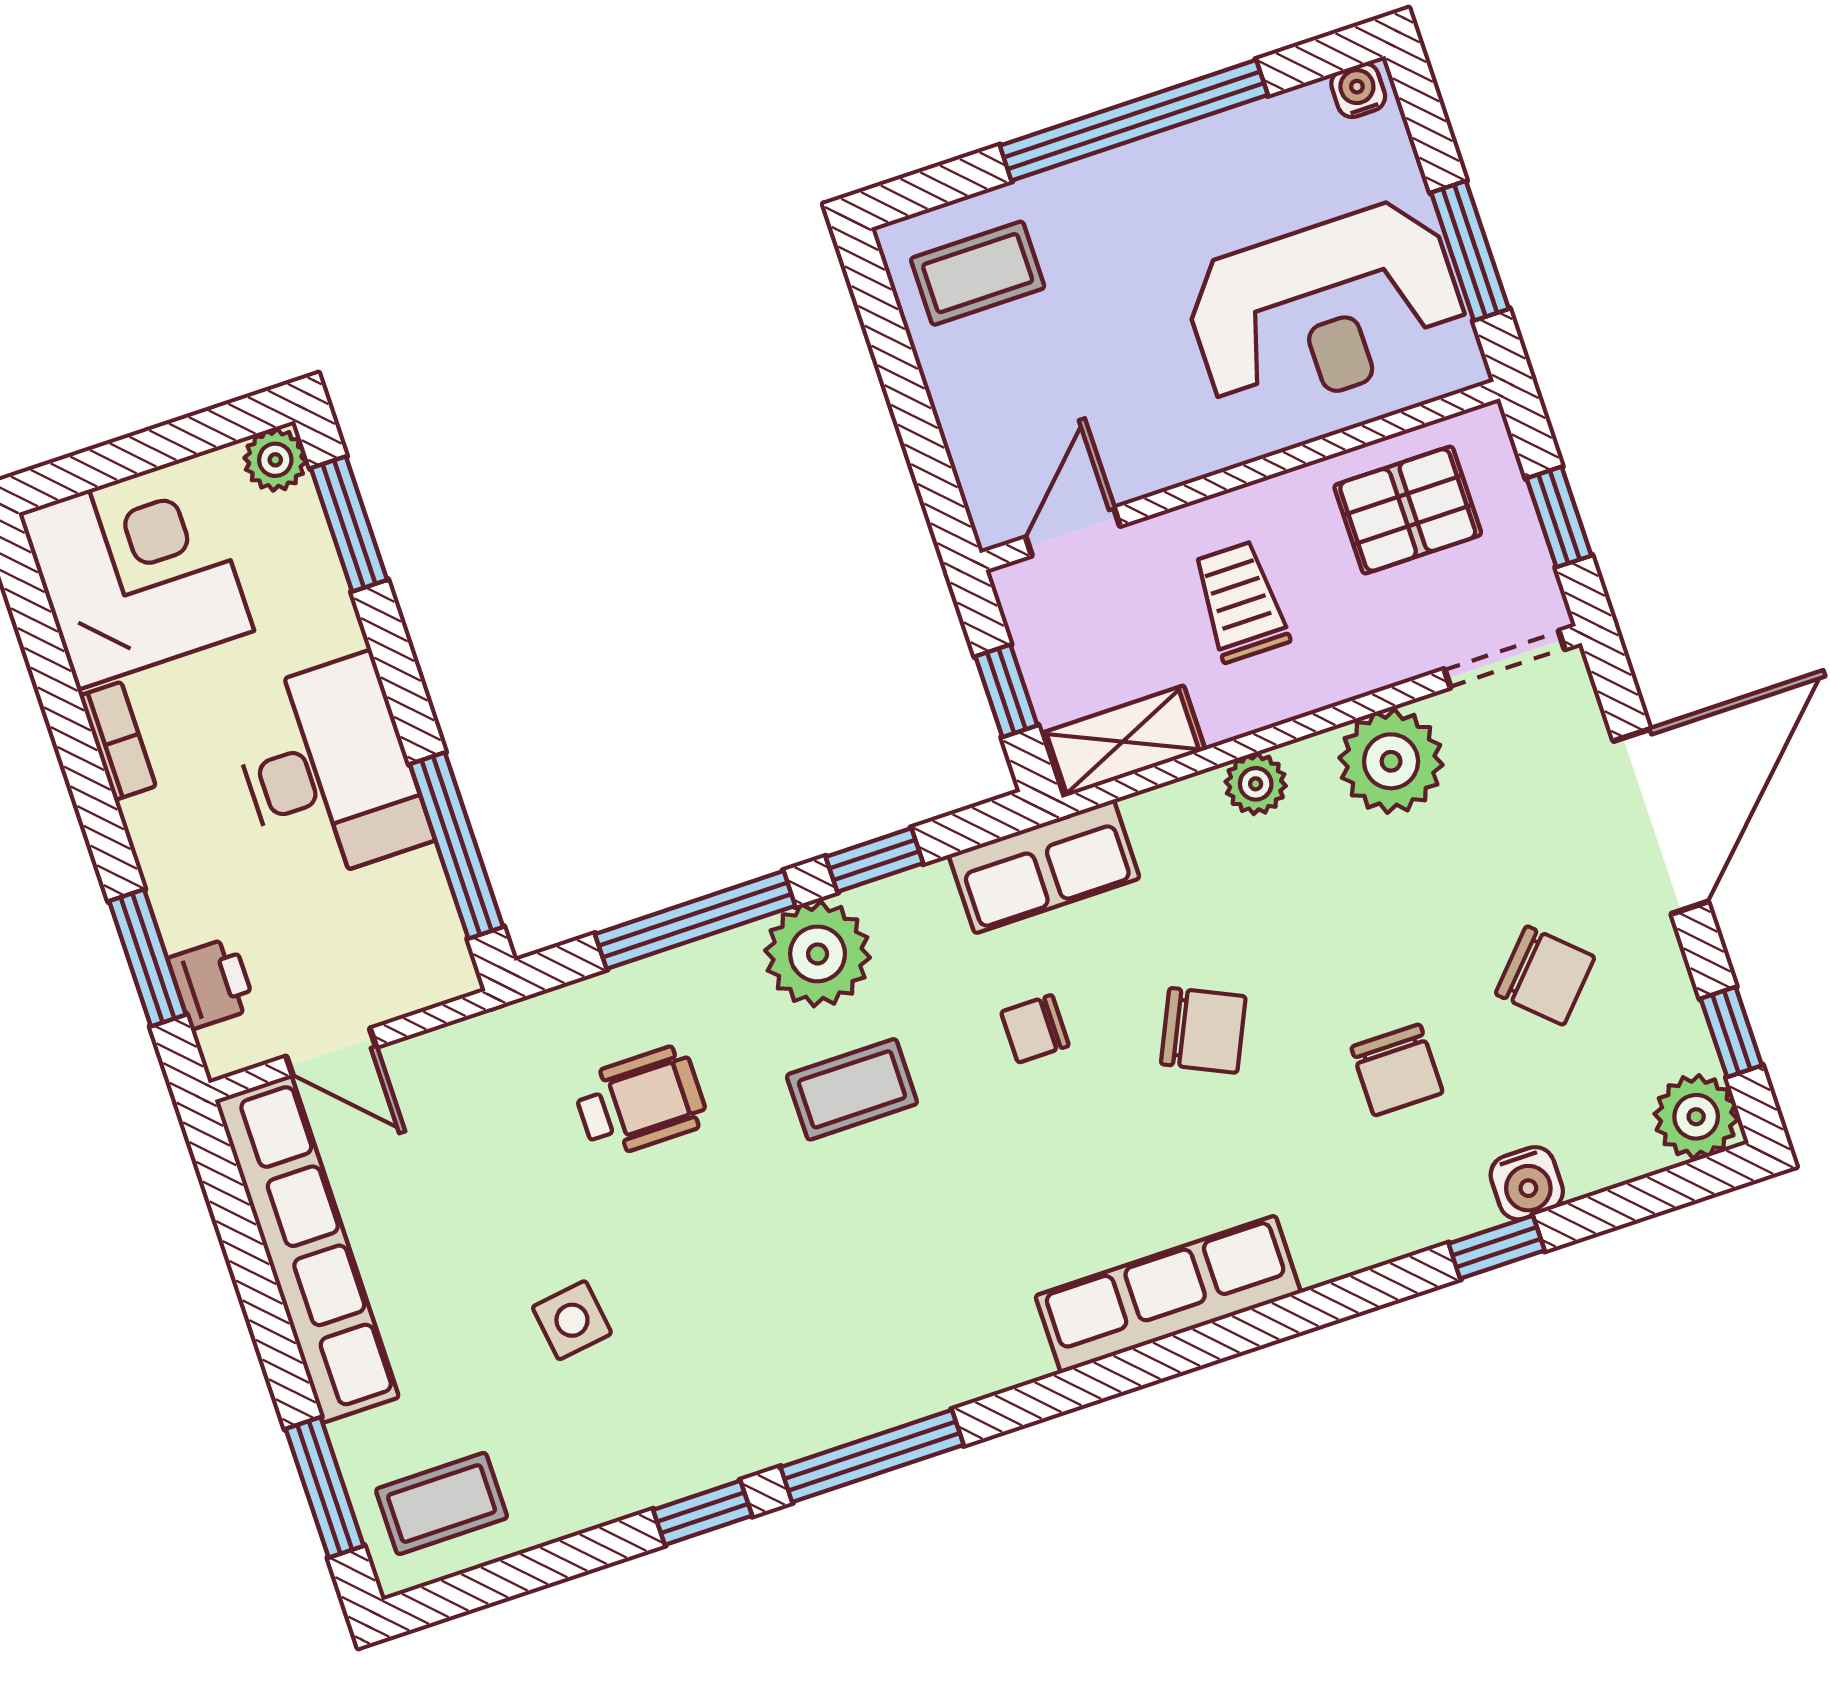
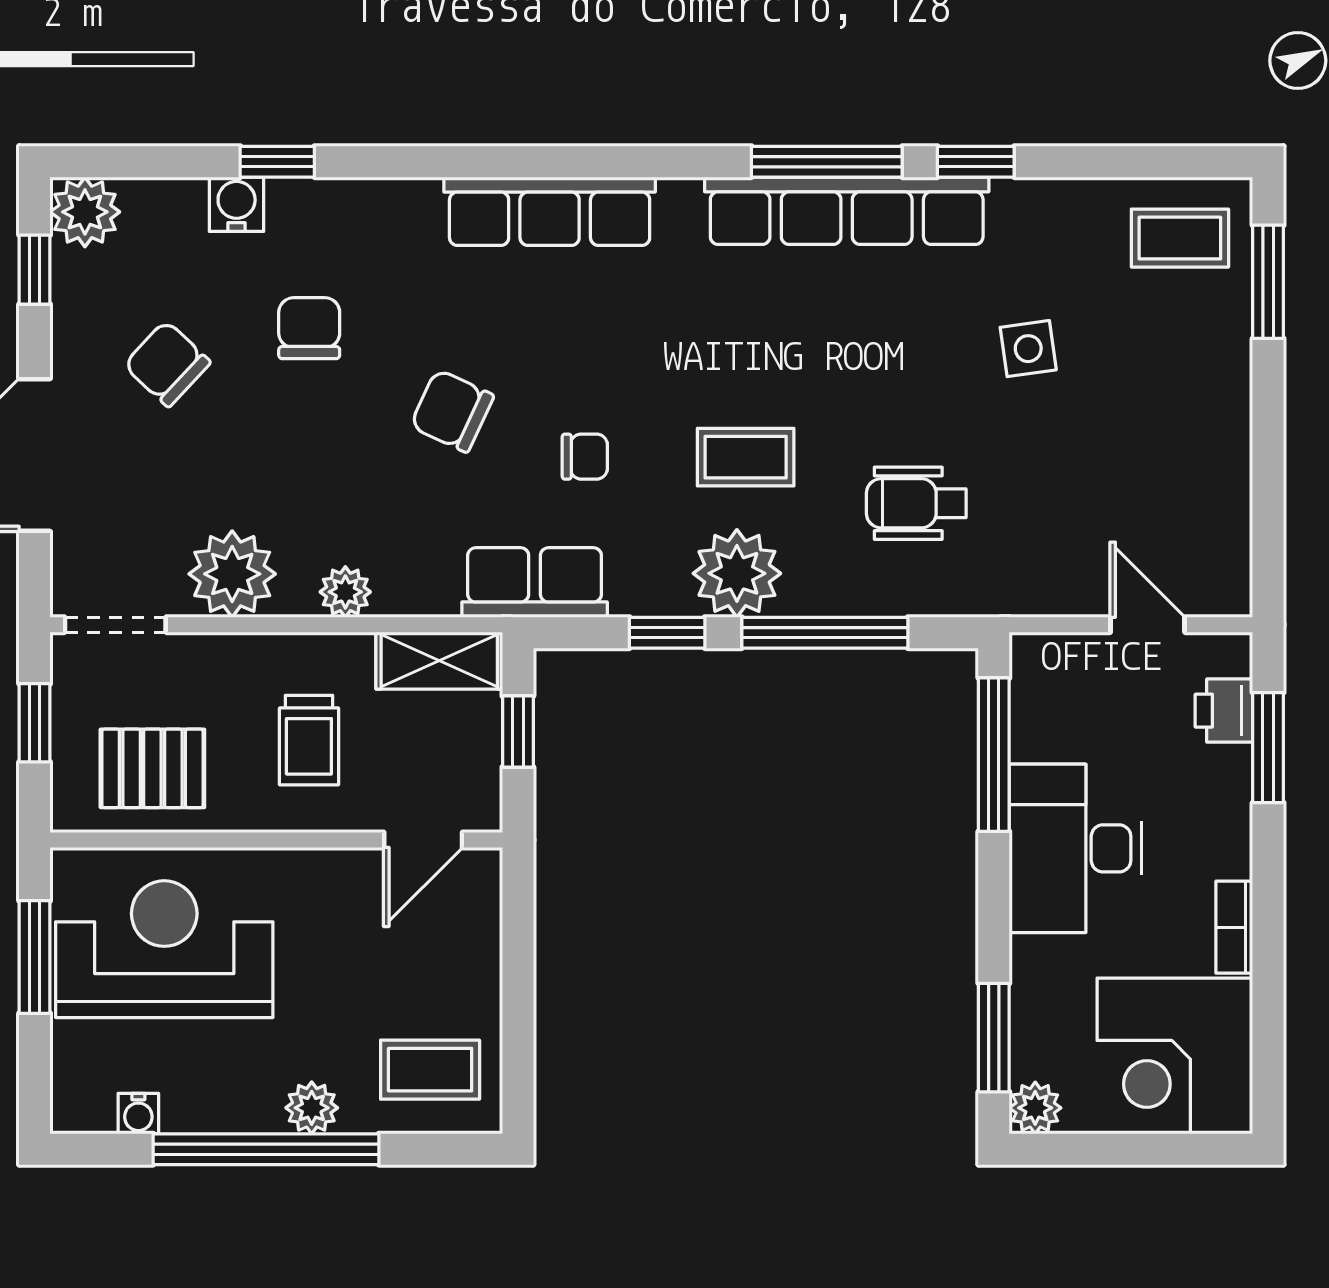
water cooler: (1358, 90) -> (138, 1114), moved
plant: (1098, 185) -> (312, 1108), added
row of seats: (307, 1249) -> (847, 211), moved, turned -90

